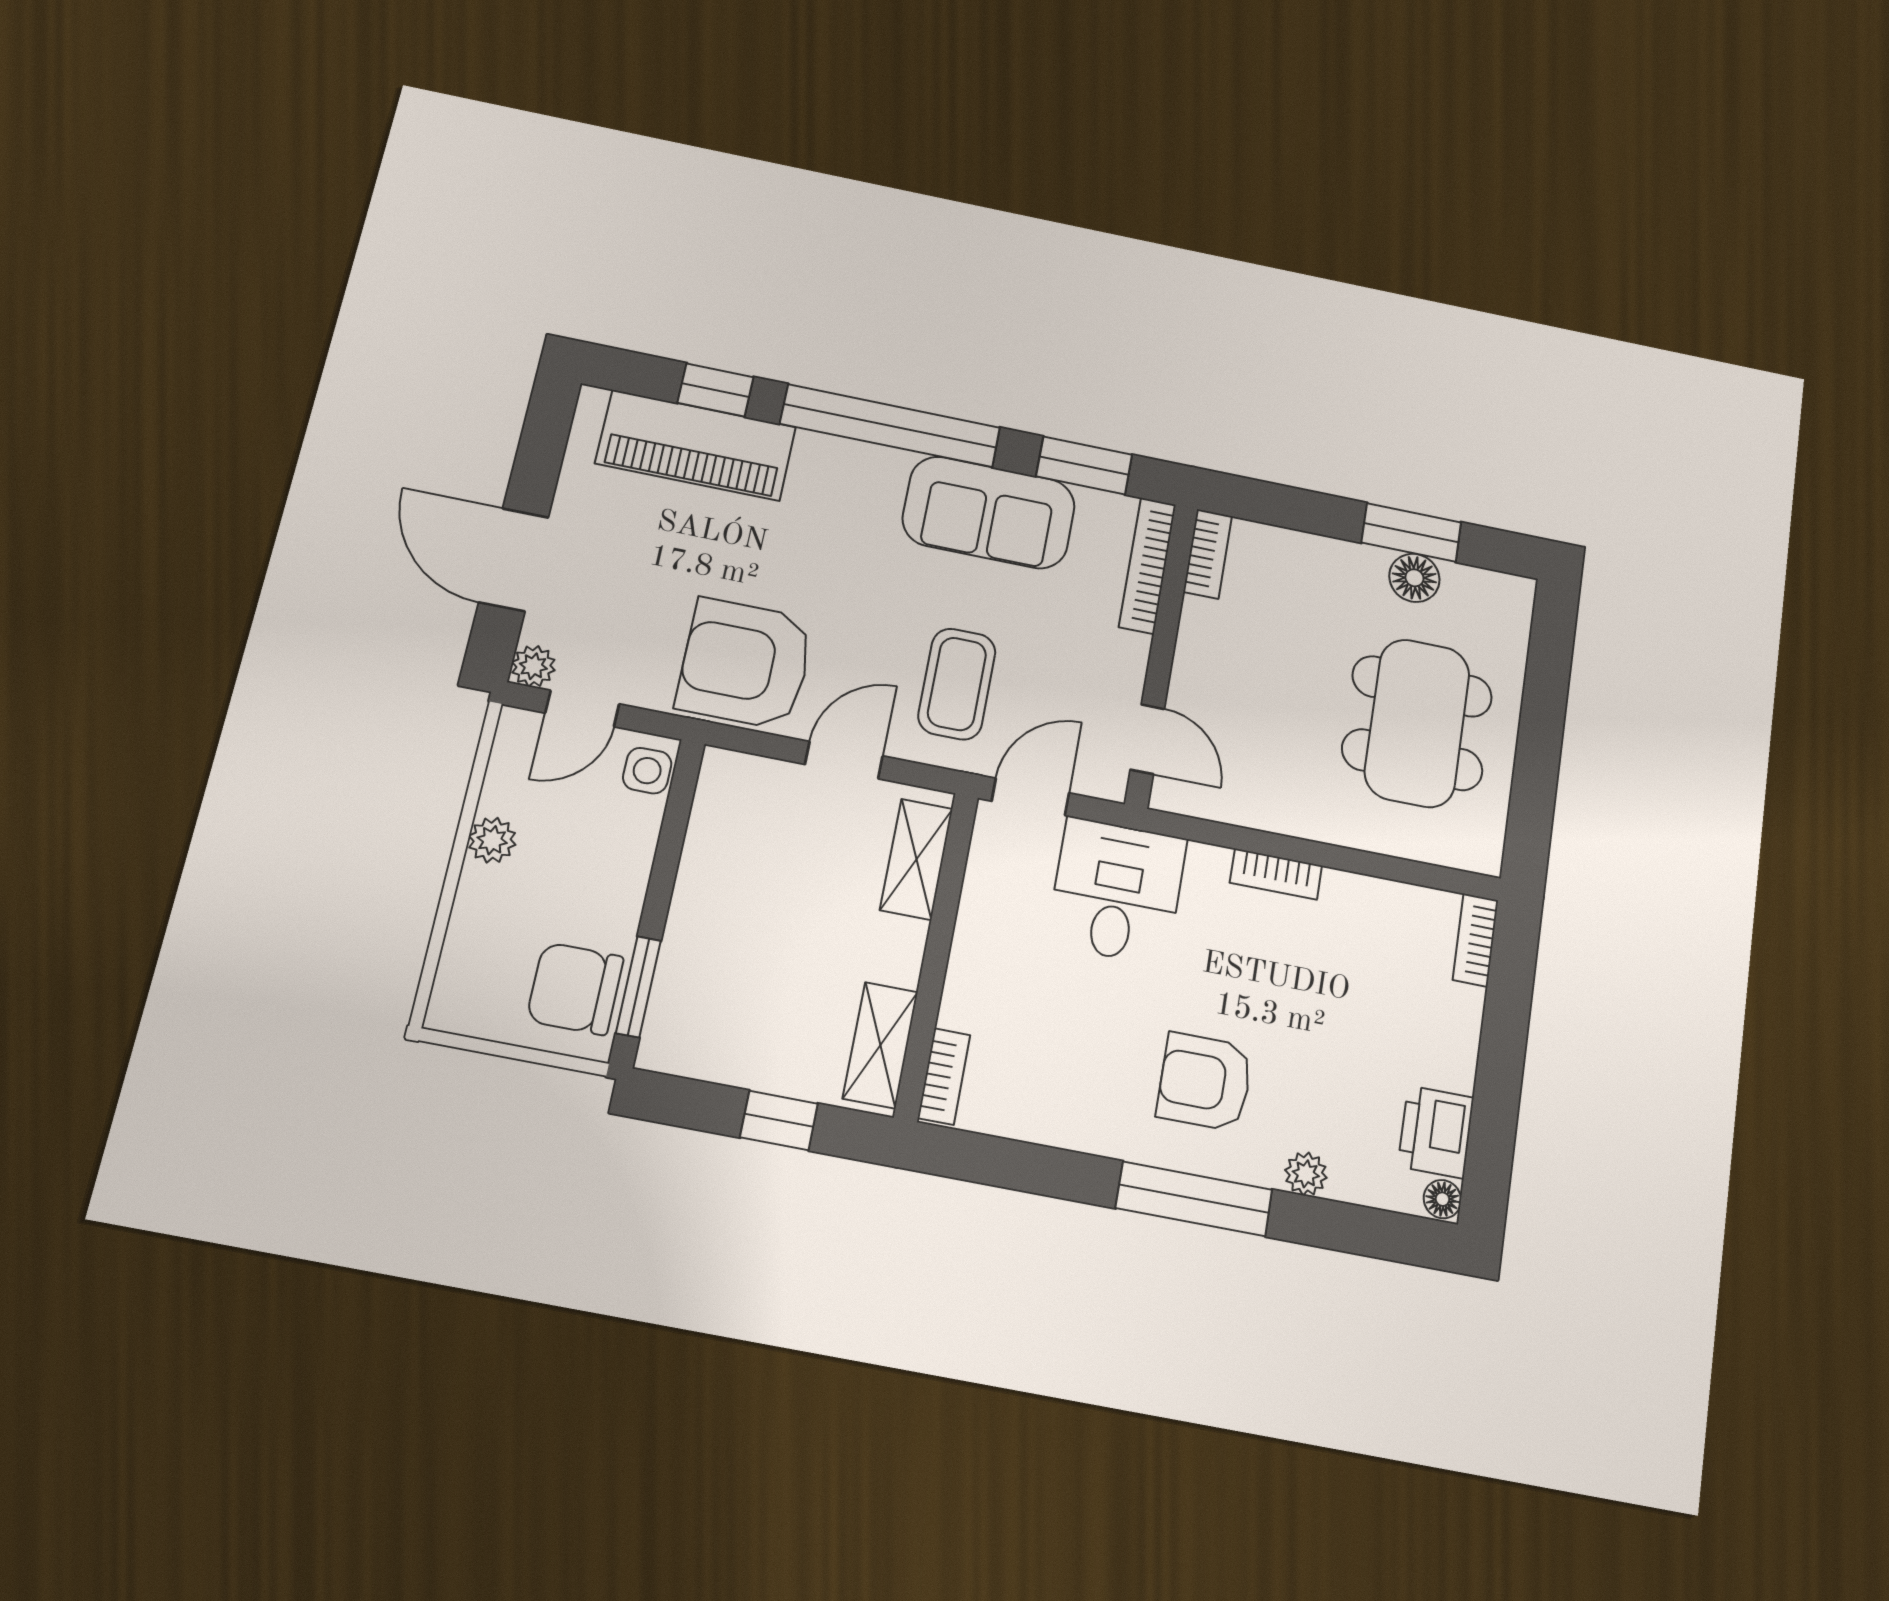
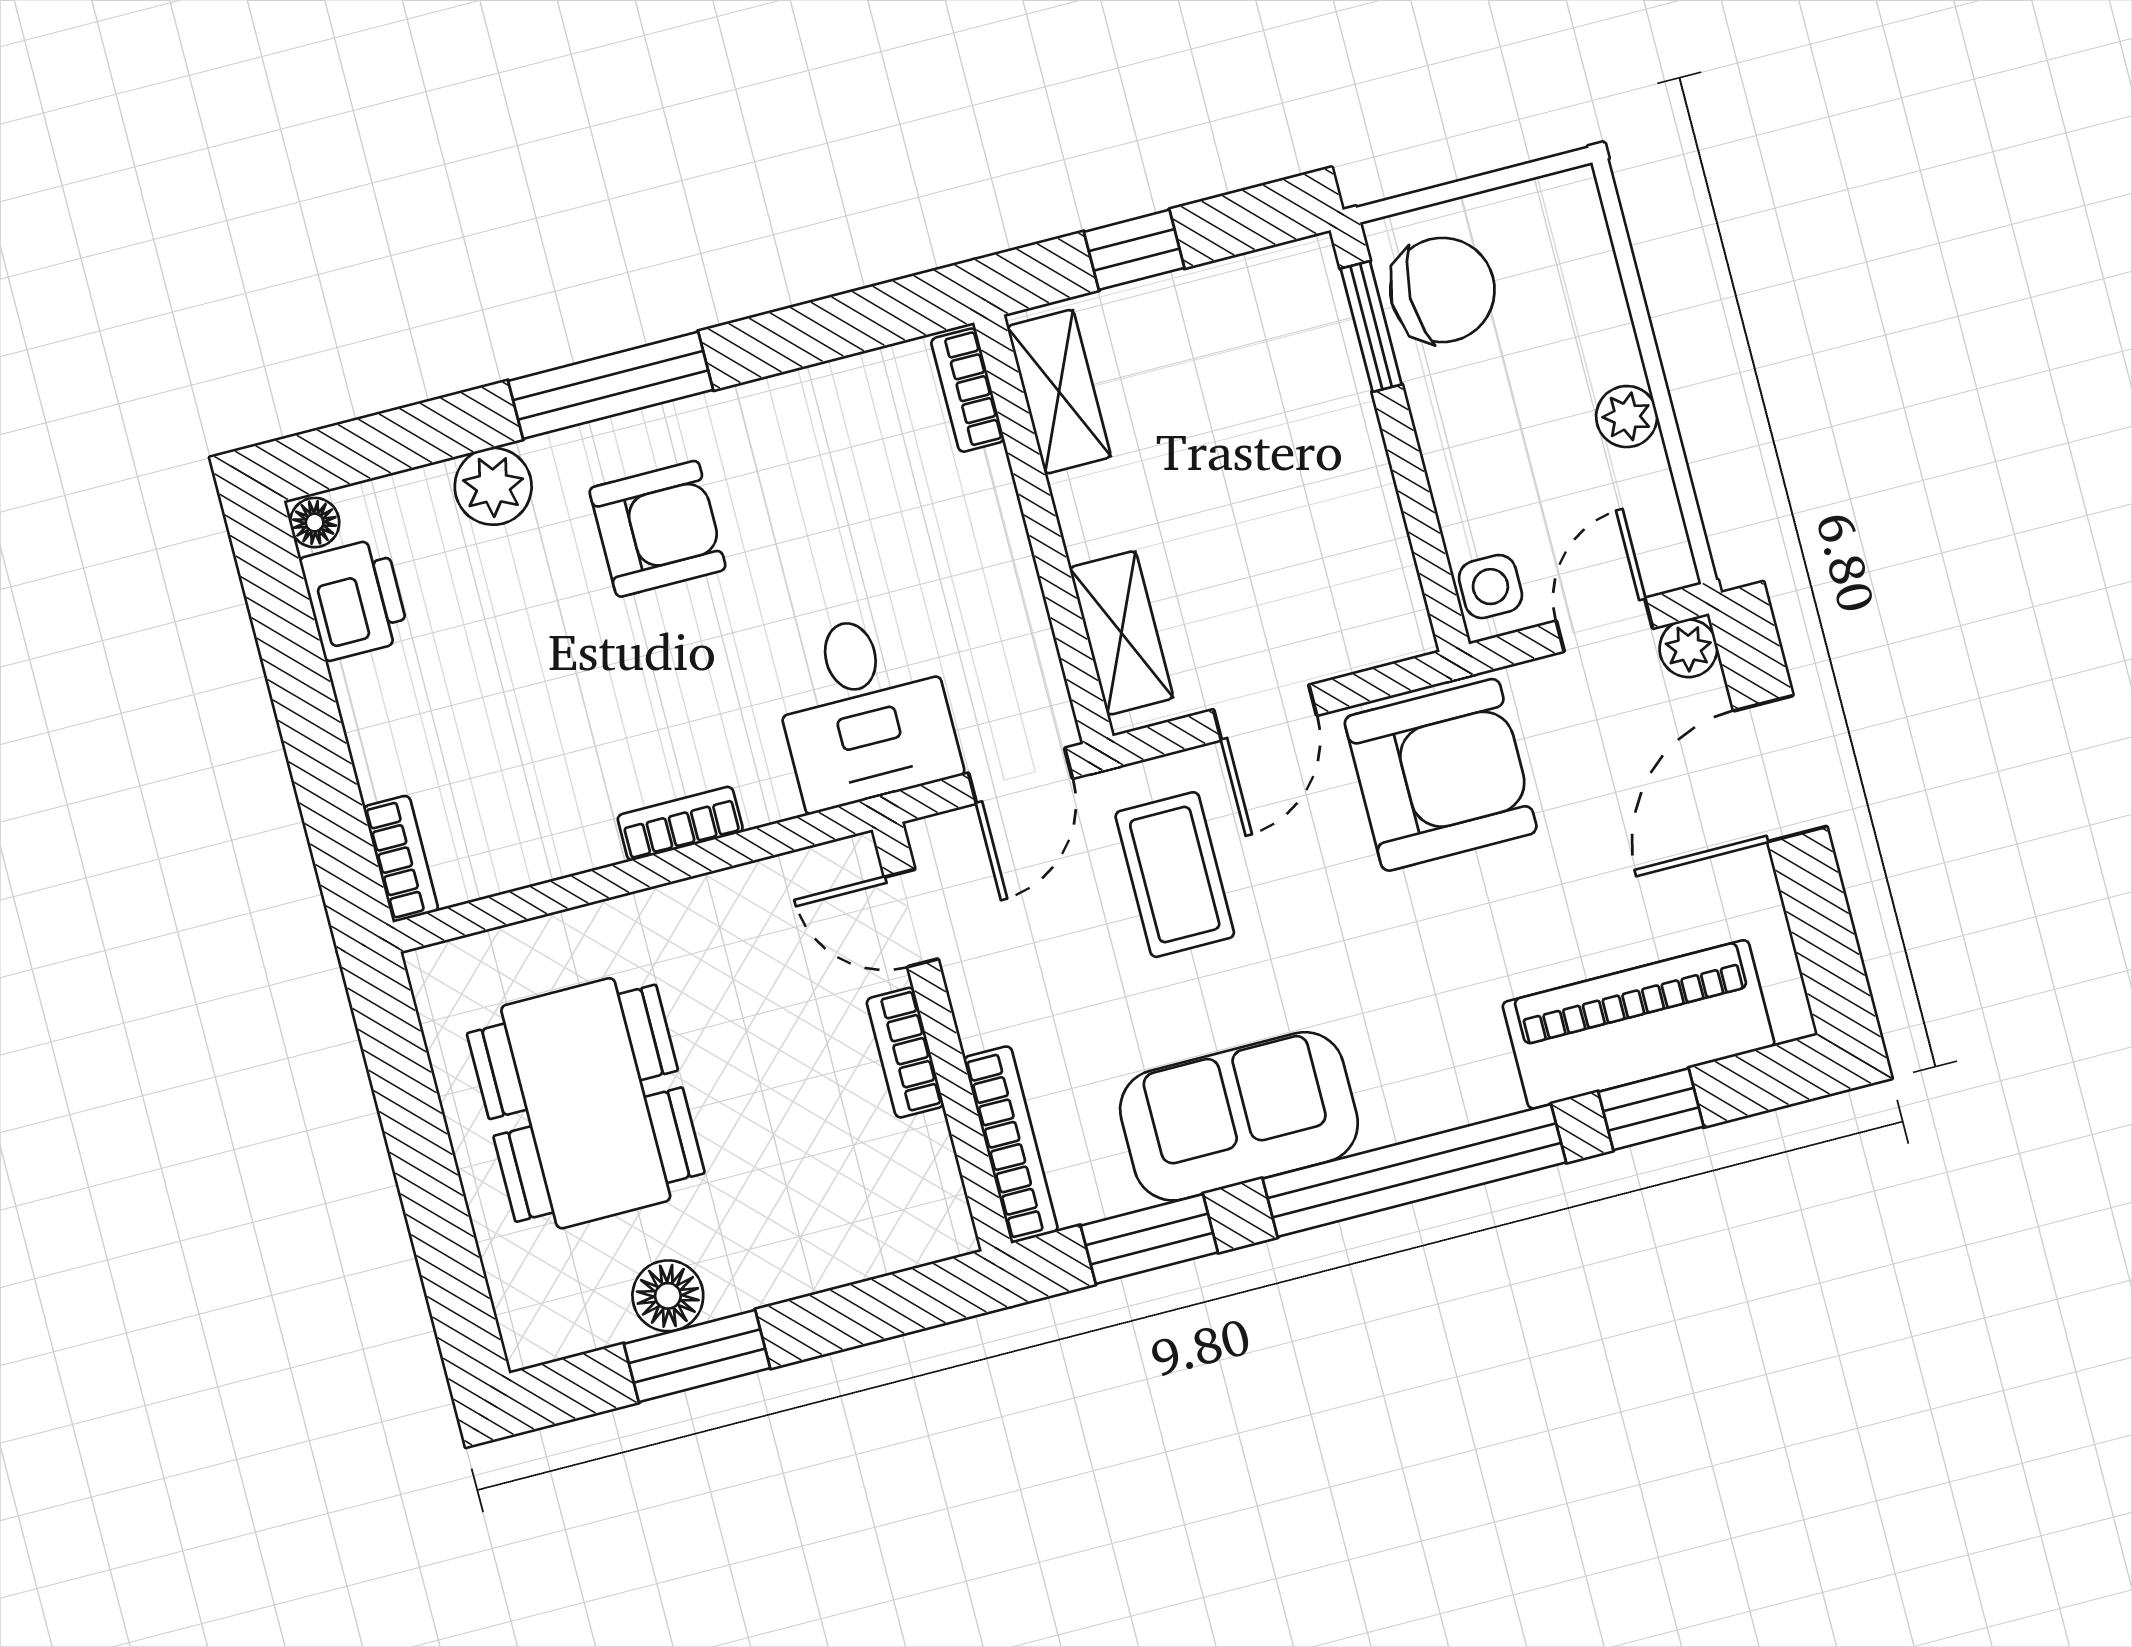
bookcase: (1208, 554) -> (905, 1053), moved
door: (514, 560) -> (1780, 769), swing flipped
plant: (1306, 1174) -> (493, 486), width x1.38, depth x1.38

